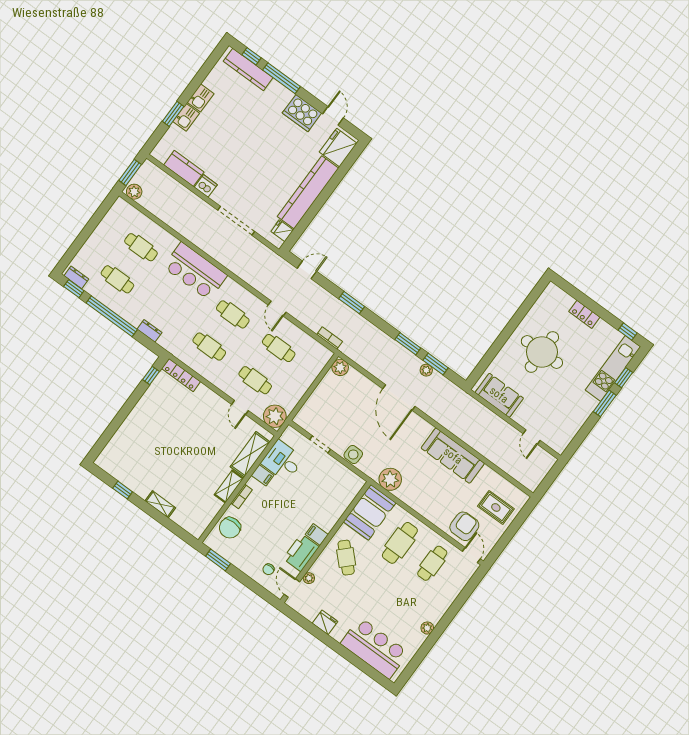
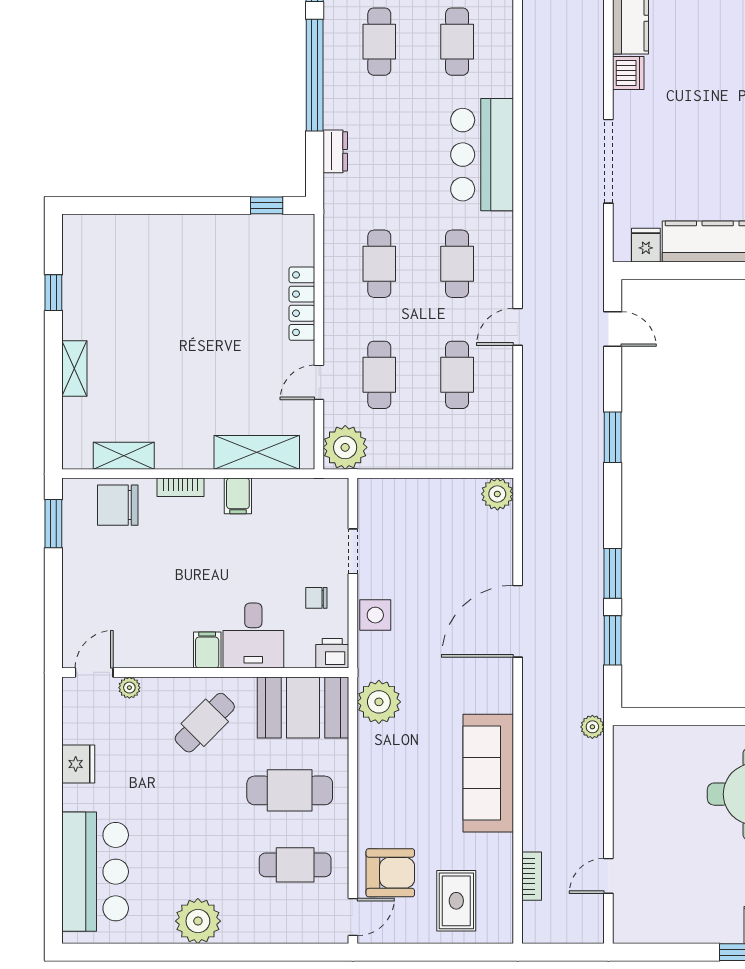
bookcase: (330, 338) -> (532, 876), moved
plant: (426, 370) -> (592, 727), moved
locker: (181, 375) -> (302, 304), moved
sofa: (499, 395) -> (637, 777), removed
desk: (282, 461) -> (253, 636), moved, turned 180
shelving: (229, 486) -> (124, 456), moved
printer: (301, 553) -> (332, 653), moved, width x0.53, depth x0.68
chair: (269, 569) -> (316, 598), moved
plant: (427, 628) -> (198, 921), width x1.88, depth x1.88

